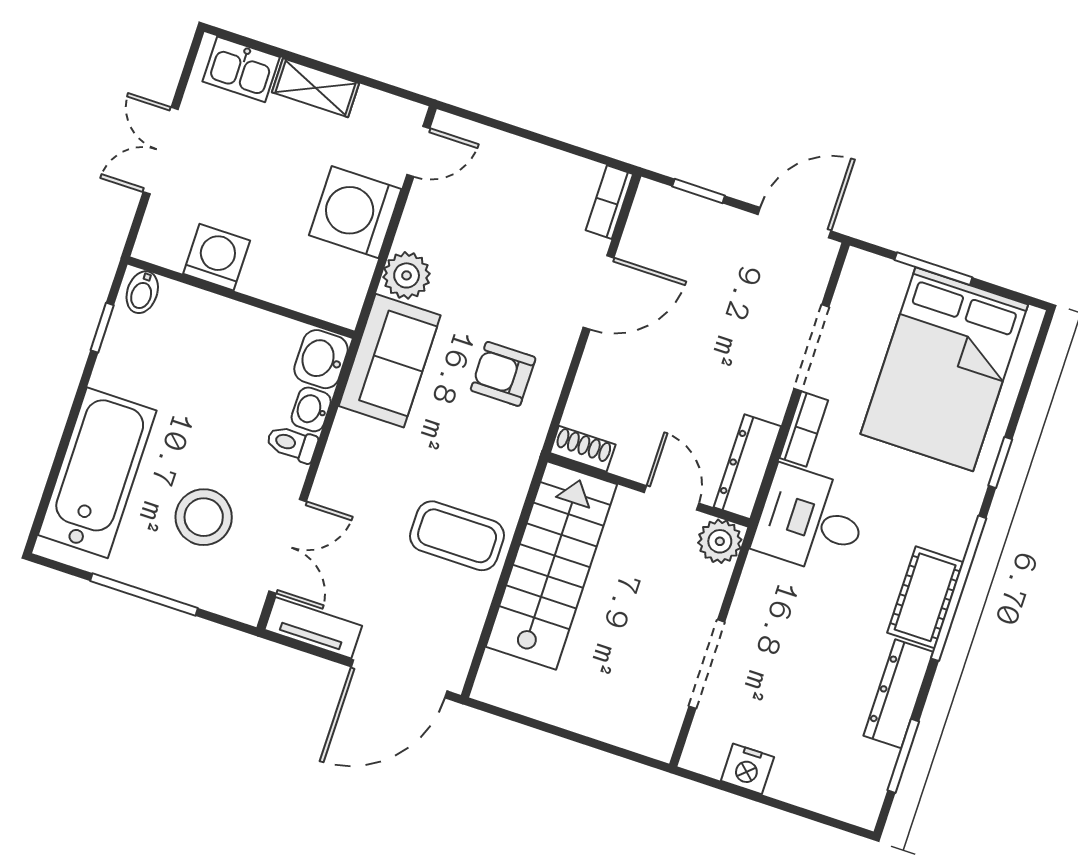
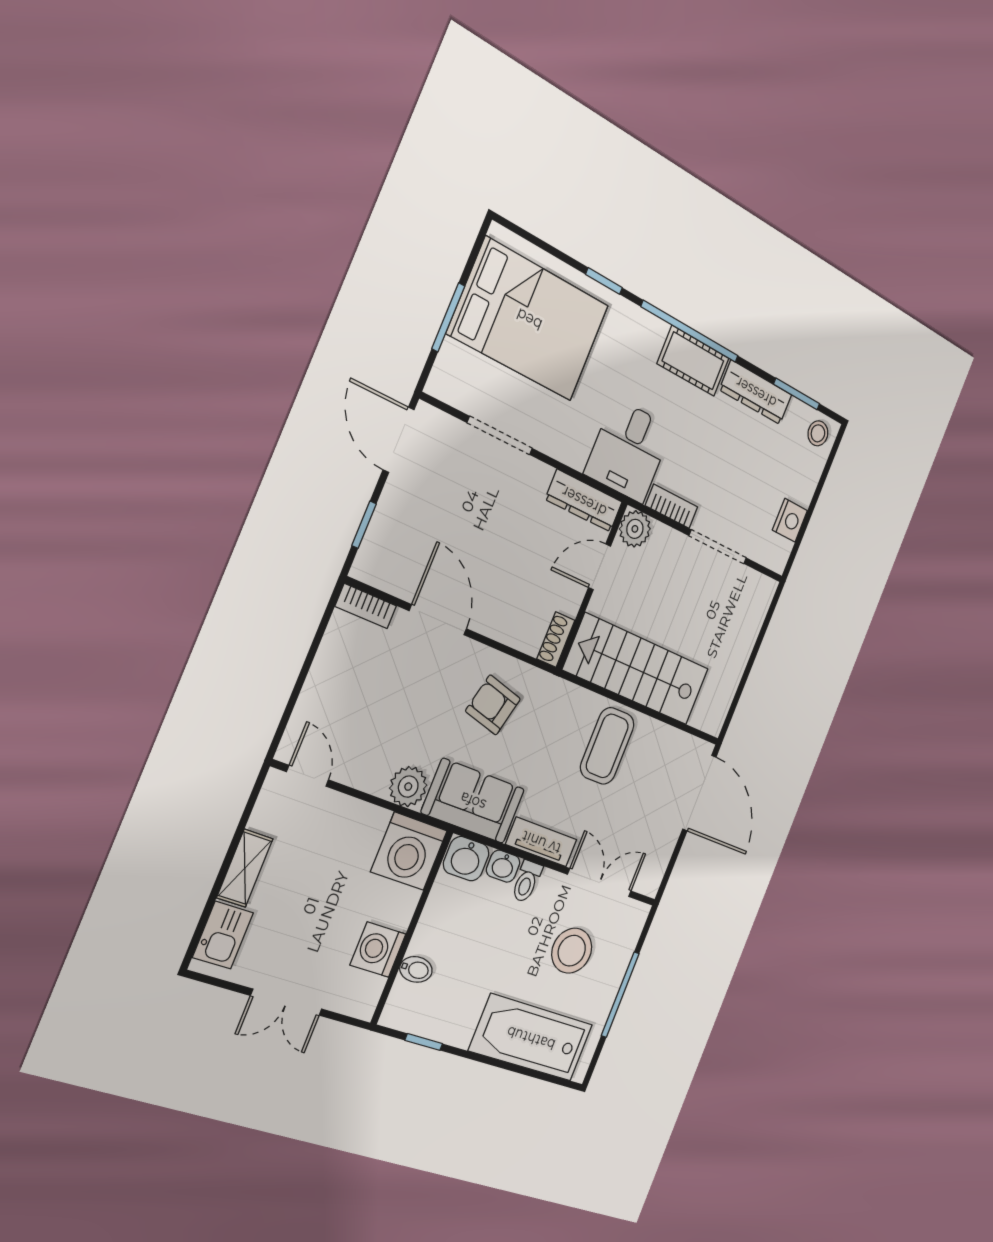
washing machine: (355, 212) -> (409, 851), moved
bidet: (142, 292) -> (416, 969), moved
armchair: (503, 374) -> (493, 705), turned 104
bookcase: (804, 429) -> (671, 506), moved
tv unit: (313, 628) -> (541, 842), moved, turned 90
stool: (859, 796) -> (818, 433), added

